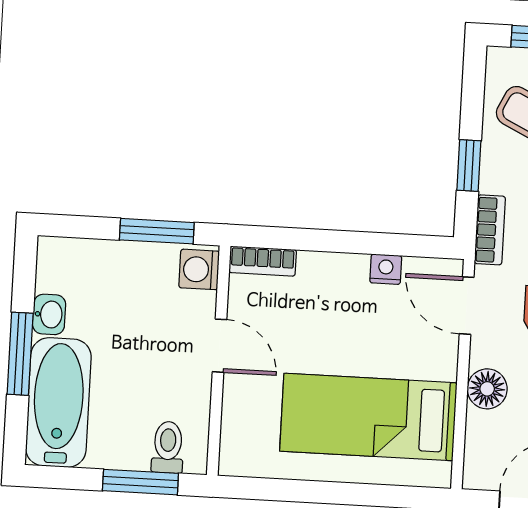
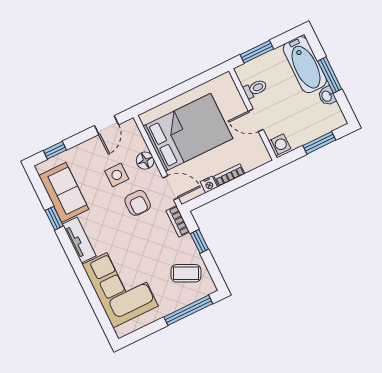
window: (157, 231) -> (319, 143), moved
bookcase: (263, 261) -> (229, 175), moved
bed: (368, 417) -> (188, 132), width x1.50
toilet: (168, 447) -> (255, 89), moved, turned -90

